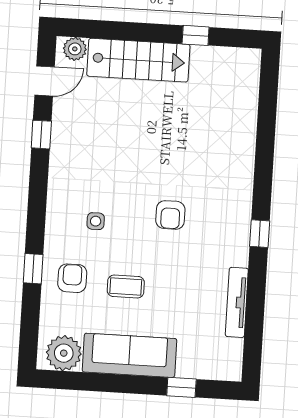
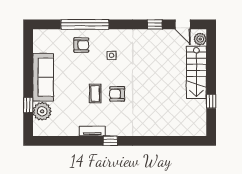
window: (33, 269) -> (85, 24), width x3.17
coffee table: (126, 287) -> (95, 93), moved
tv unit: (237, 302) -> (92, 131), moved, width x0.71
plant: (64, 353) -> (42, 111), moved

